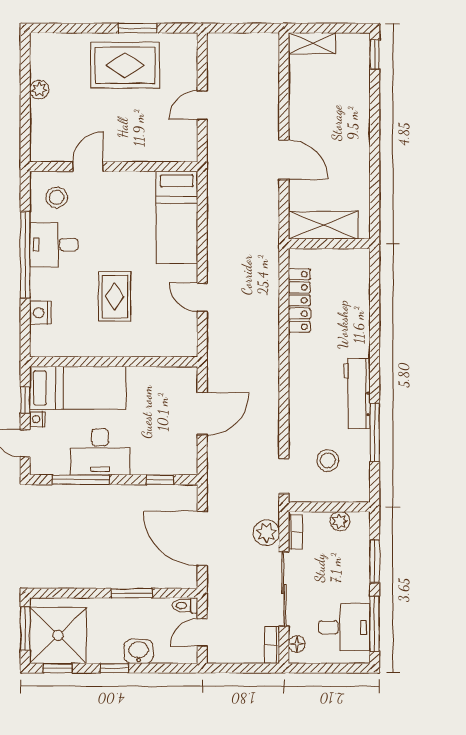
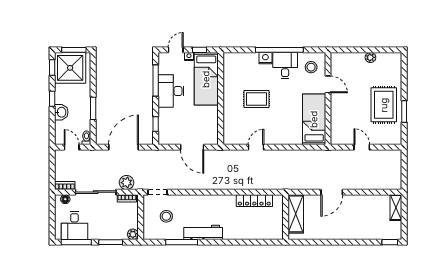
bed: (177, 217) -> (314, 119), moved, turned 90
nightstand: (40, 313) -> (265, 58), moved
plant: (340, 521) -> (133, 234), moved

